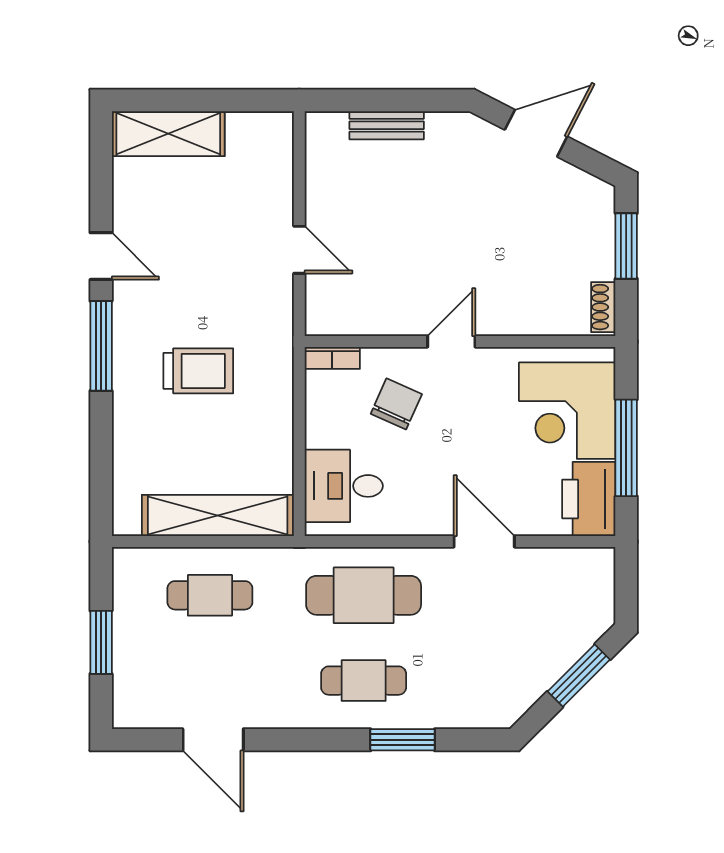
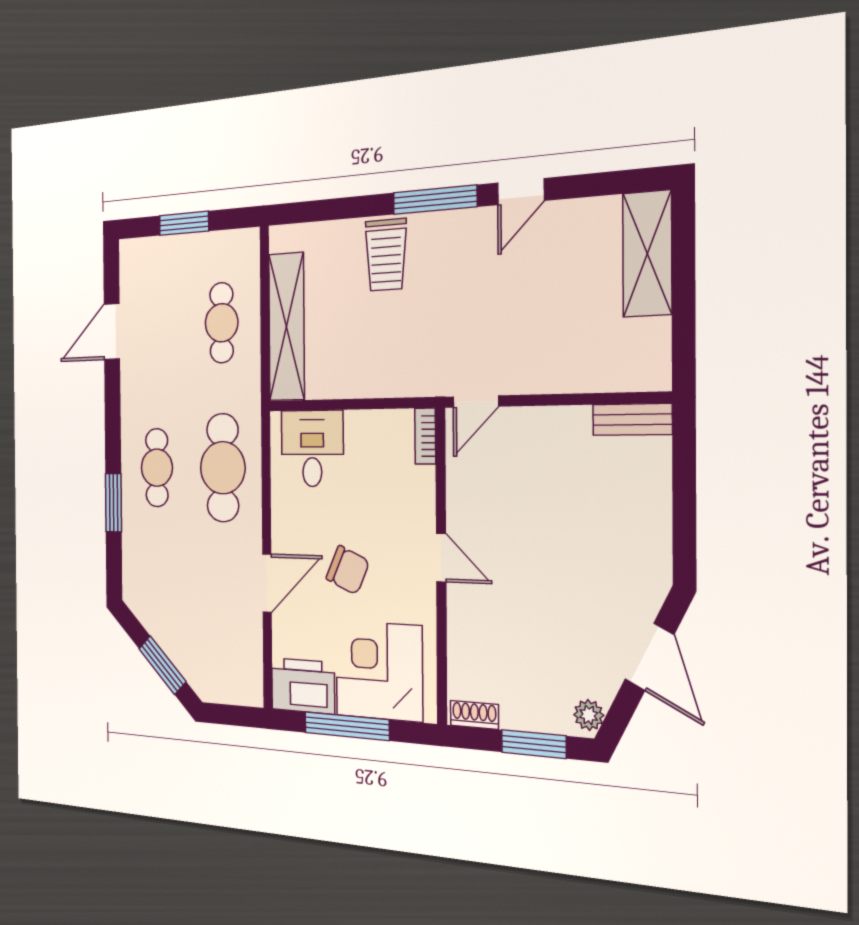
bench: (387, 125) -> (632, 419), moved, turned 90
plant: (594, 191) -> (589, 715), added
door: (299, 250) -> (476, 402), moved
trolley: (198, 371) -> (386, 255), moved
chair: (396, 404) -> (348, 570), moved

